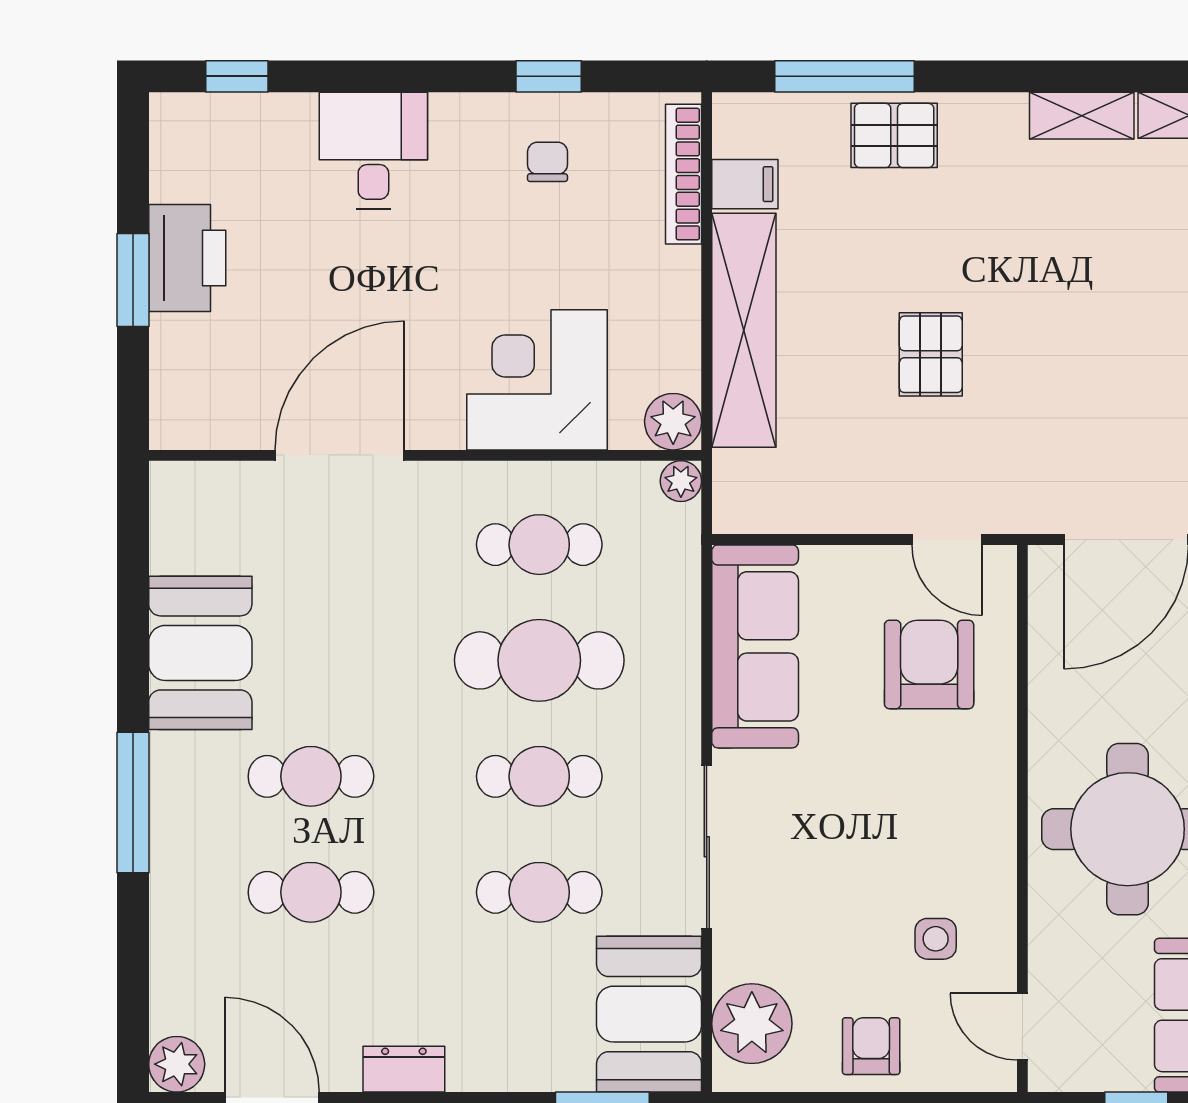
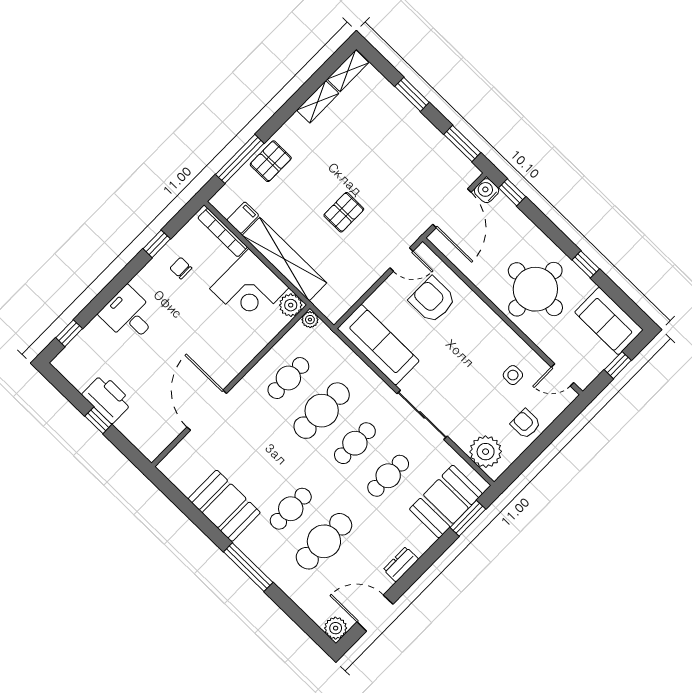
window: (133, 280) -> (98, 420), width x0.67
pallet: (931, 354) -> (344, 212), turned 90
corner desk: (537, 380) -> (249, 288), moved, turned -90
cafe table: (311, 892) -> (324, 541), width x1.37, depth x1.35
booth: (649, 1014) -> (446, 501), moved, turned 90

